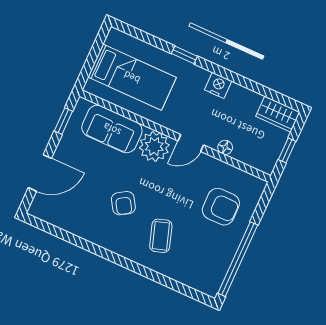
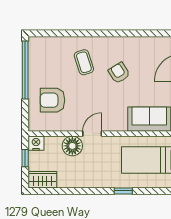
nightstand: (218, 85) -> (36, 143), moved, turned 180
plant: (154, 146) -> (116, 120), removed
floor lamp: (225, 147) -> (72, 146), width x1.89, depth x1.89

